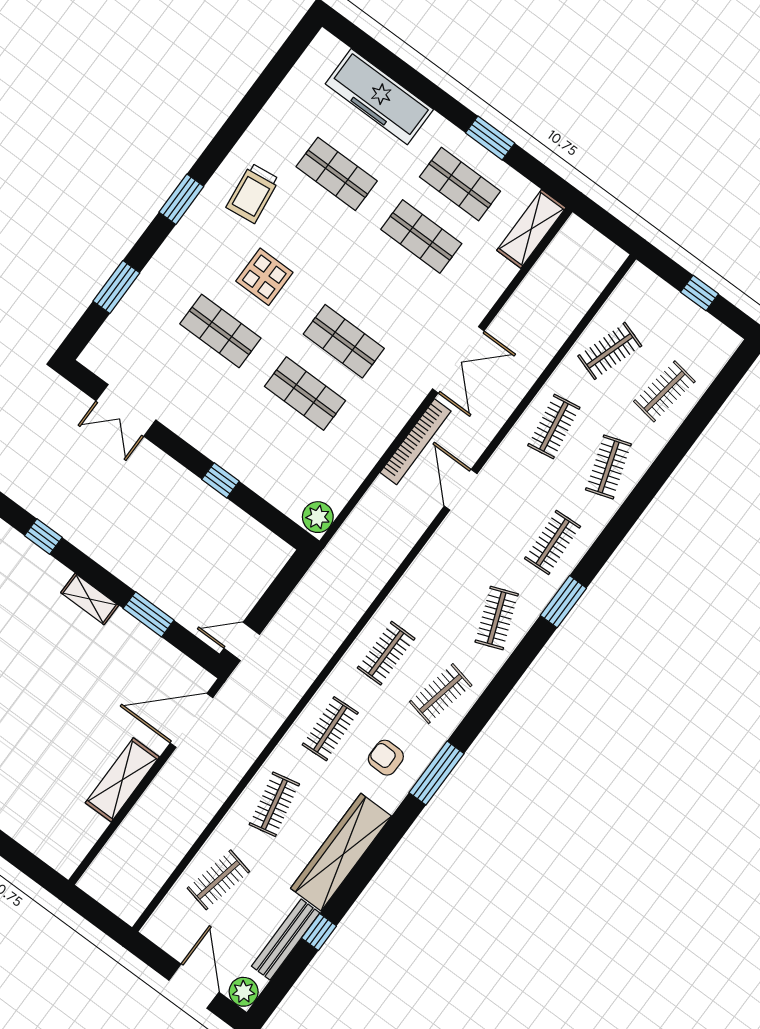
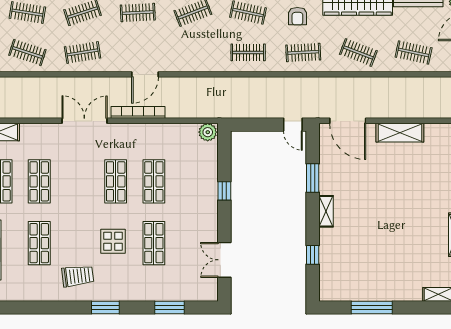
double door: (126, 410) -> (224, 260), swing flipped
clothes rail: (274, 804) -> (358, 52), turned 33

